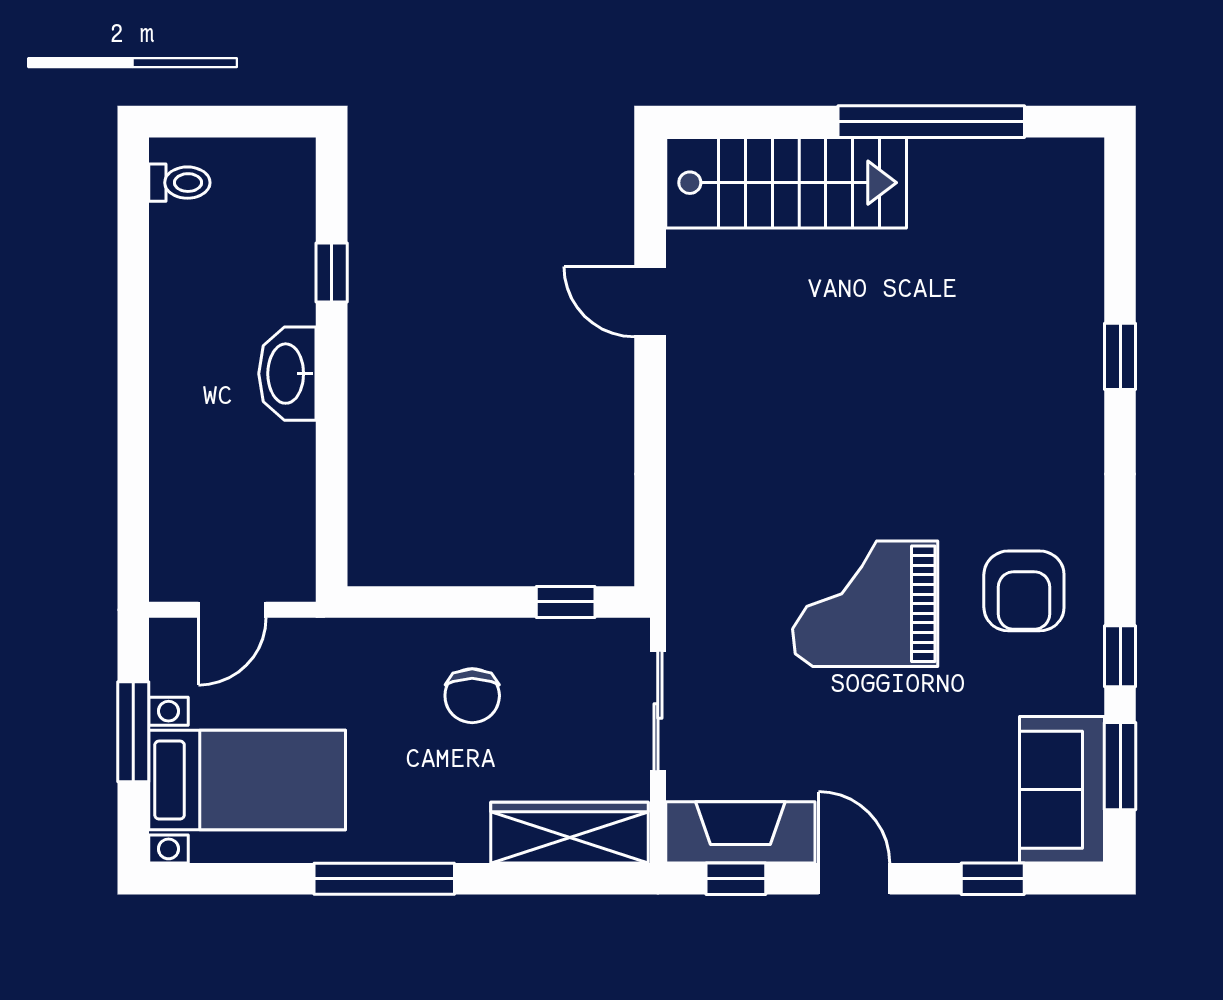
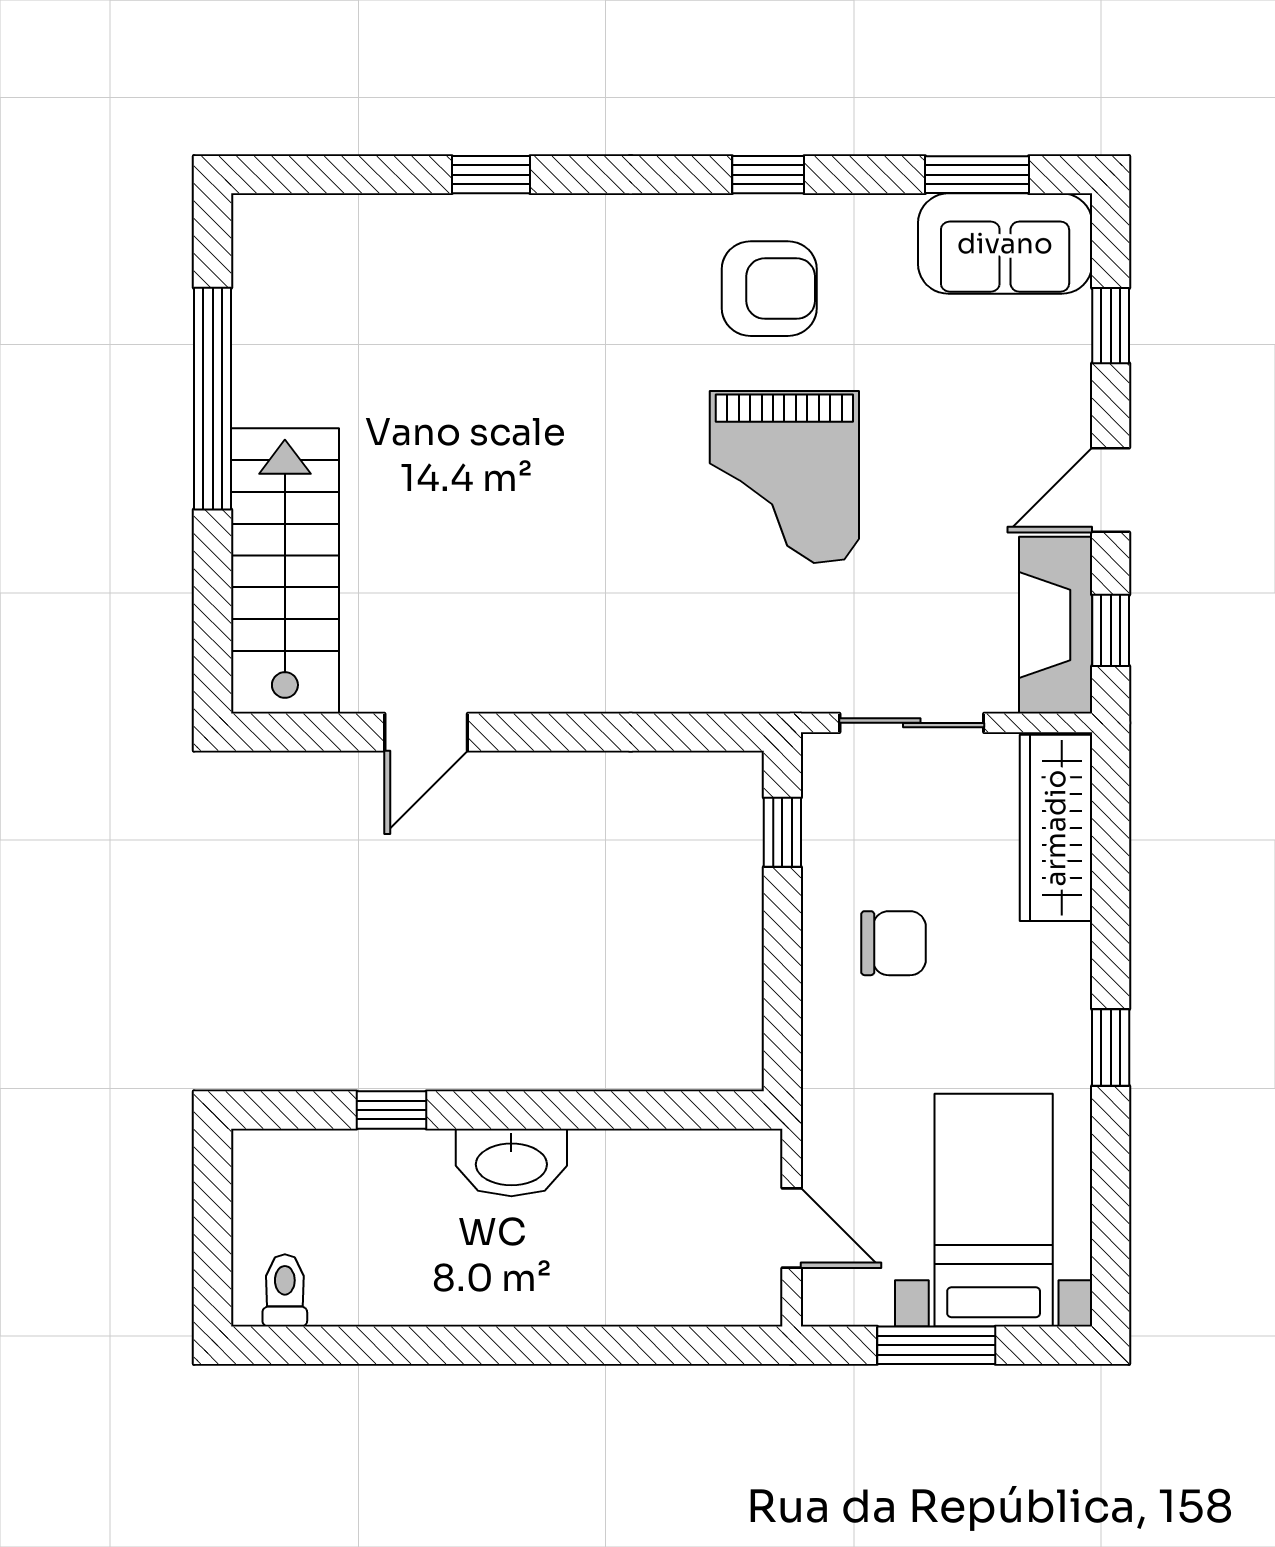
window: (1120, 656) -> (768, 175), moved
window: (384, 879) -> (1111, 1048), width x0.46

